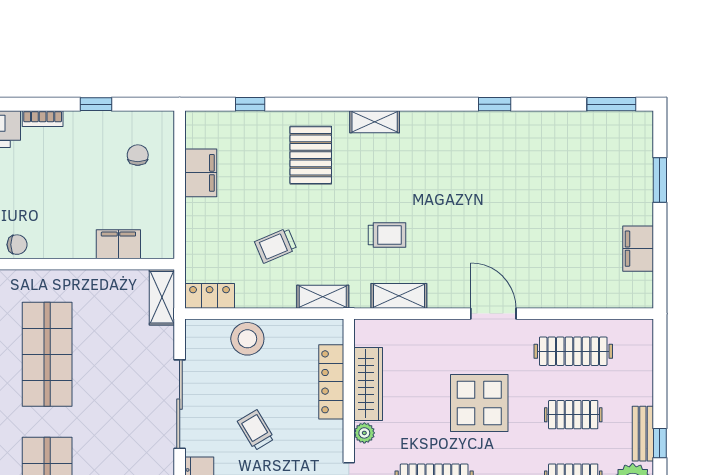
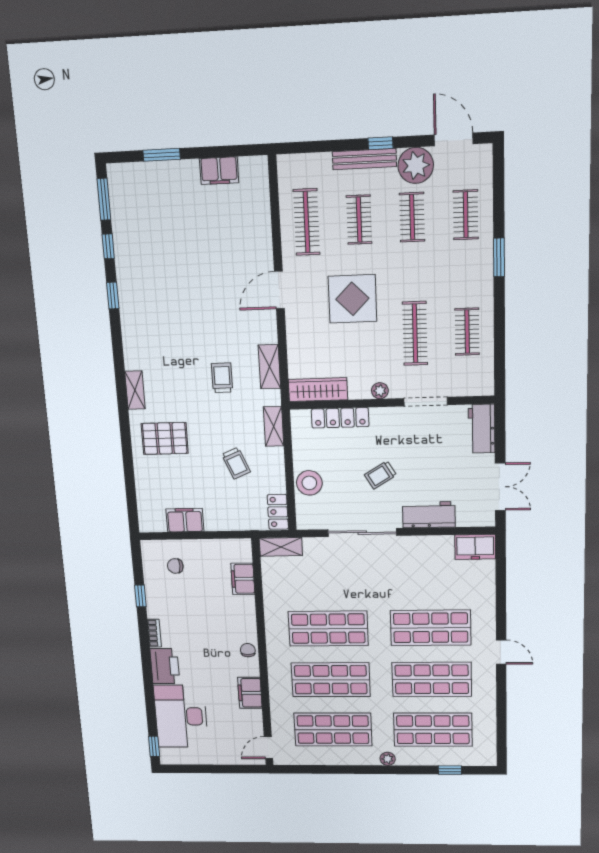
window: (250, 104) -> (108, 246), moved
wardrobe: (368, 384) -> (318, 390), moved
bench: (643, 434) -> (364, 159), width x1.36

